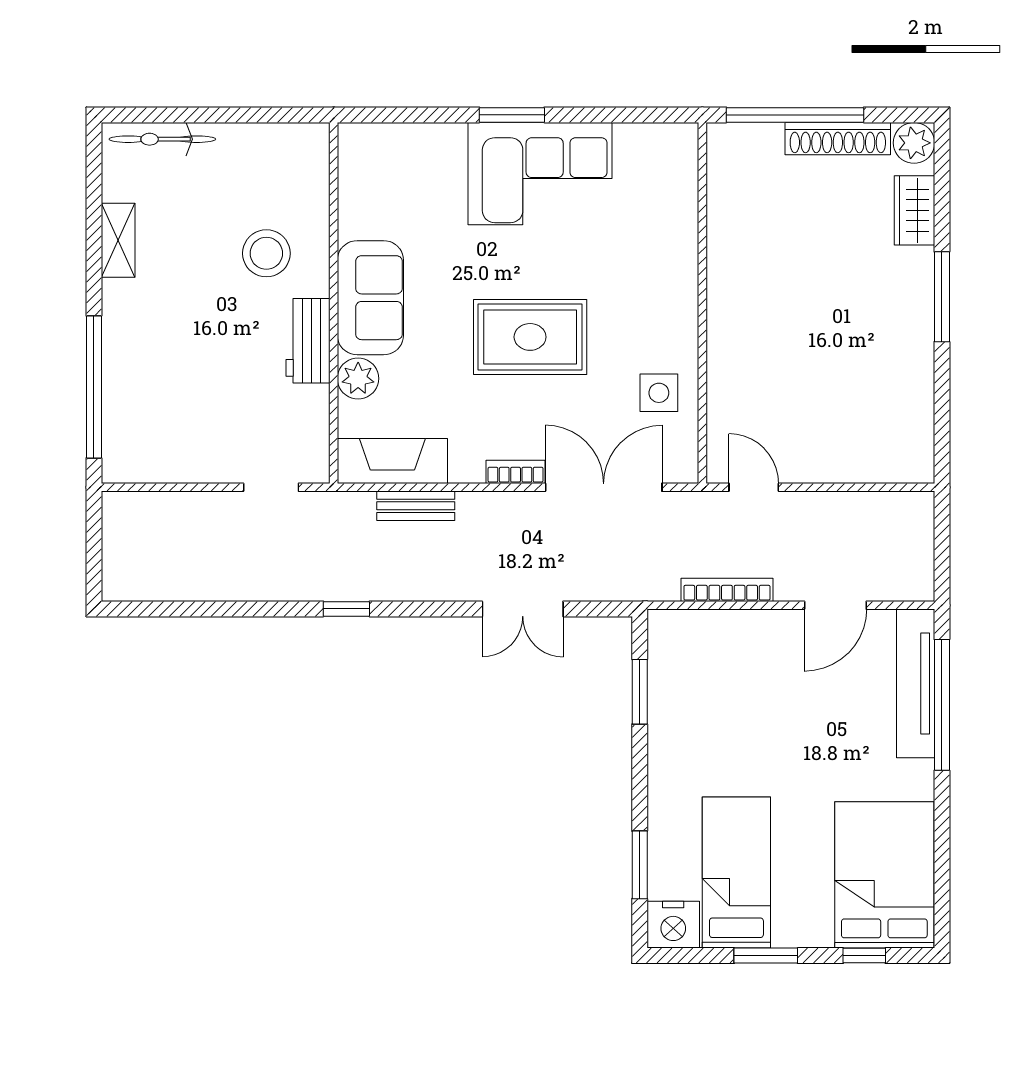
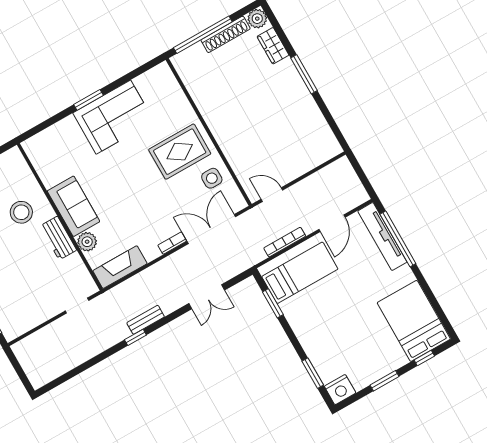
rug: (530, 337) -> (180, 152), moved
bench: (416, 506) -> (146, 320), moved
bed: (736, 873) -> (300, 273), moved, turned 90

